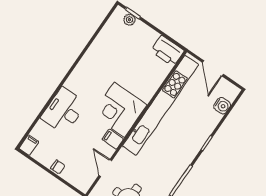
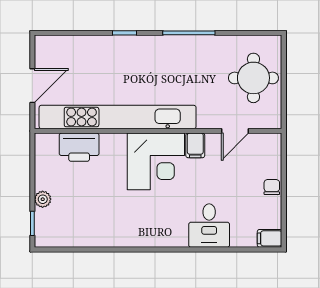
plant: (129, 20) -> (43, 199), moved
printer: (167, 51) -> (79, 147), moved, turned 90
water cooler: (222, 106) -> (68, 45), removed
desk: (64, 111) -> (209, 226), width x0.73

